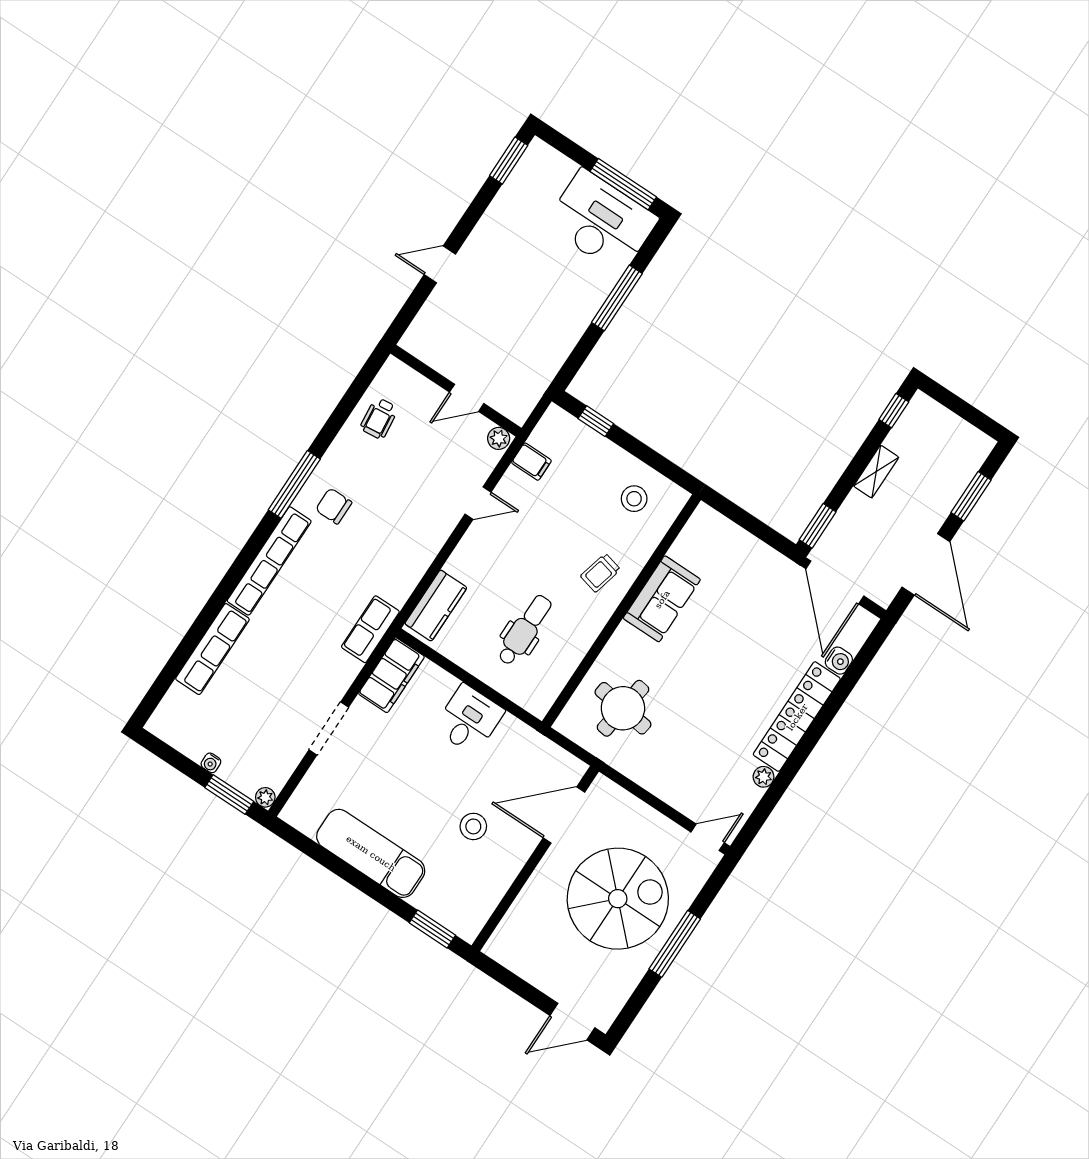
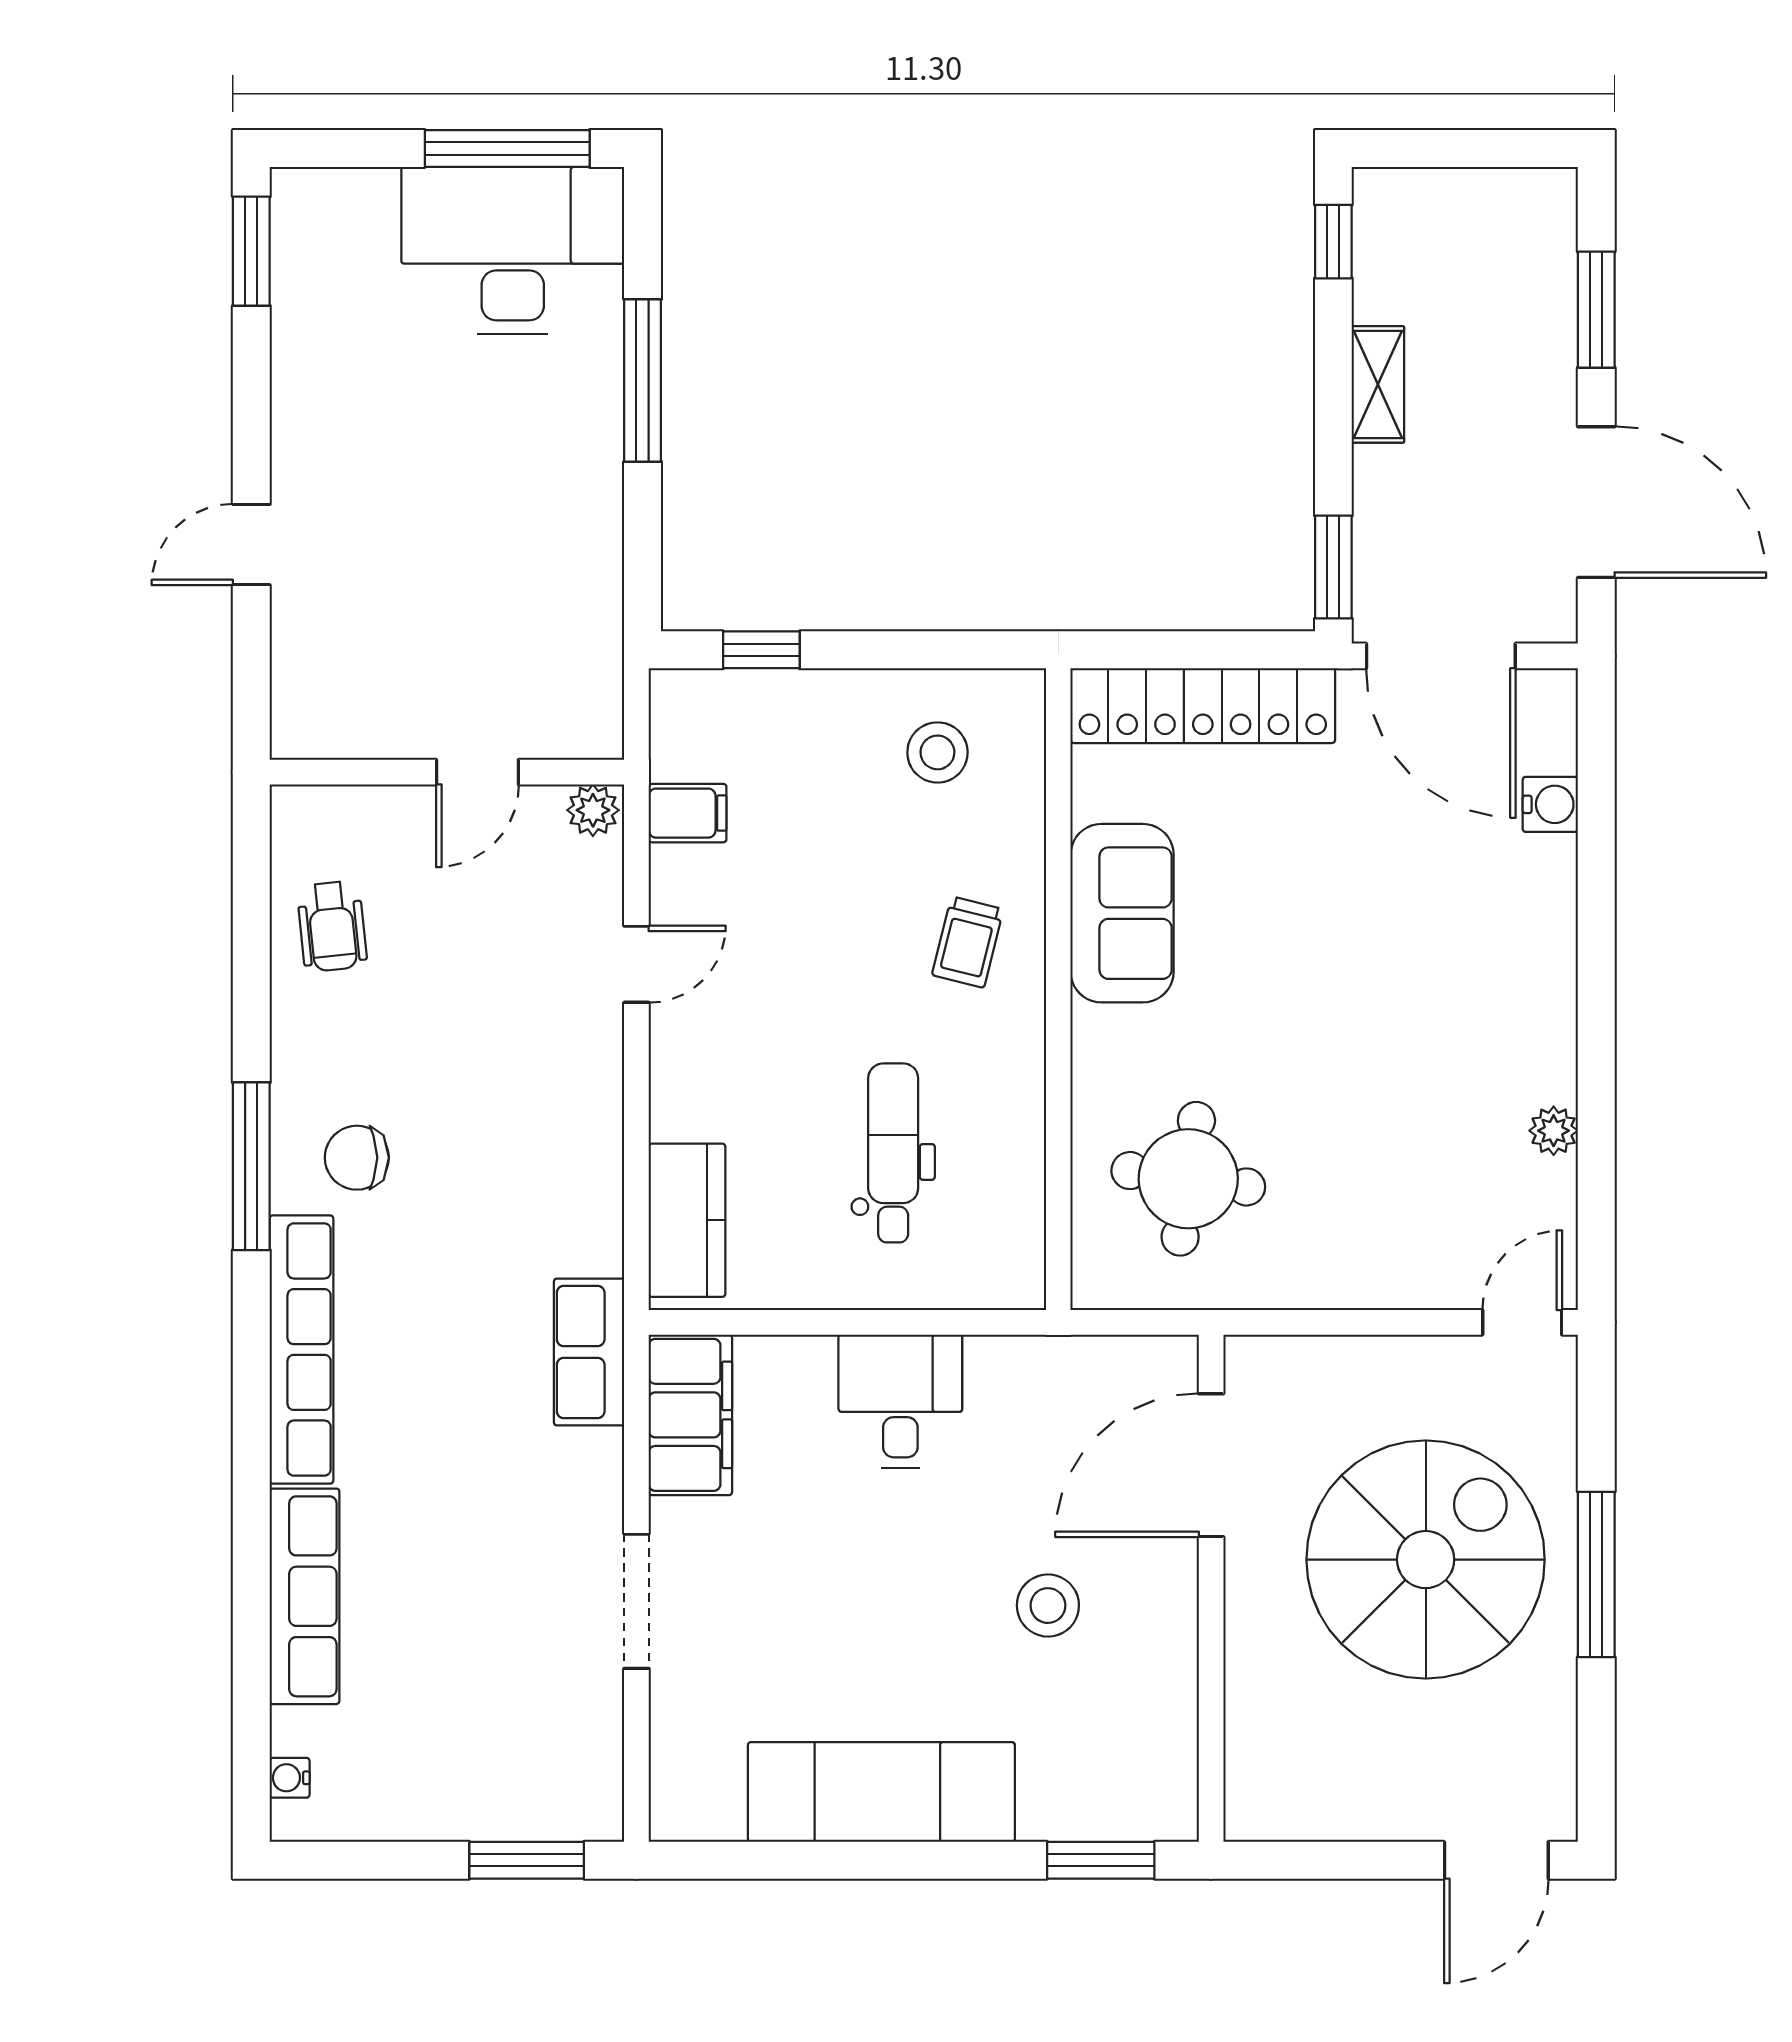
locker: (797, 717) -> (1203, 706), moved, turned -90
water cooler: (211, 763) -> (290, 1778), moved, turned 90
plant: (265, 797) -> (601, 1819), removed

